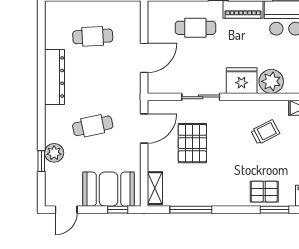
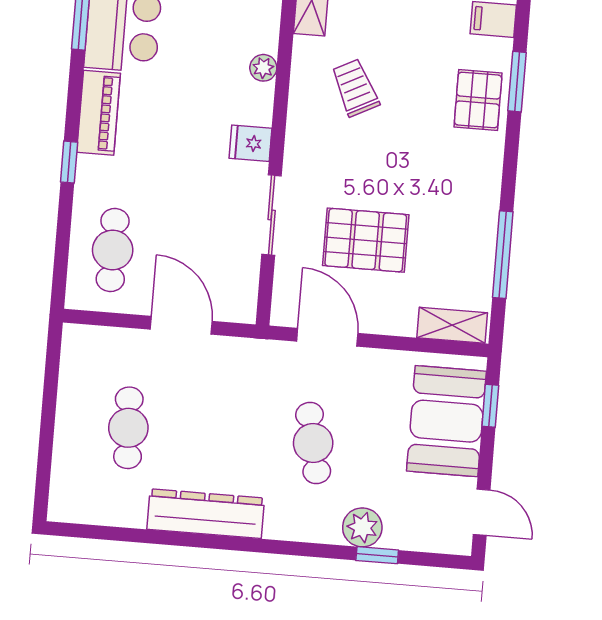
cafe table: (195, 28) -> (113, 250), moved
fridge: (242, 81) -> (250, 143), width x0.53, depth x0.75
plant: (271, 81) -> (263, 68), width x0.53, depth x0.53

